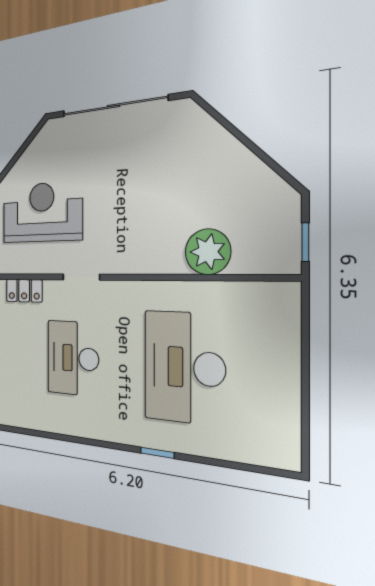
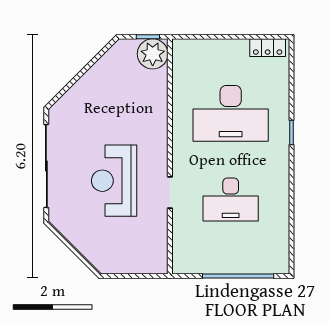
reception desk: (42, 212) -> (114, 181), moved
plant: (208, 252) -> (153, 54), moved
locker: (24, 291) -> (268, 48), moved, turned 90

